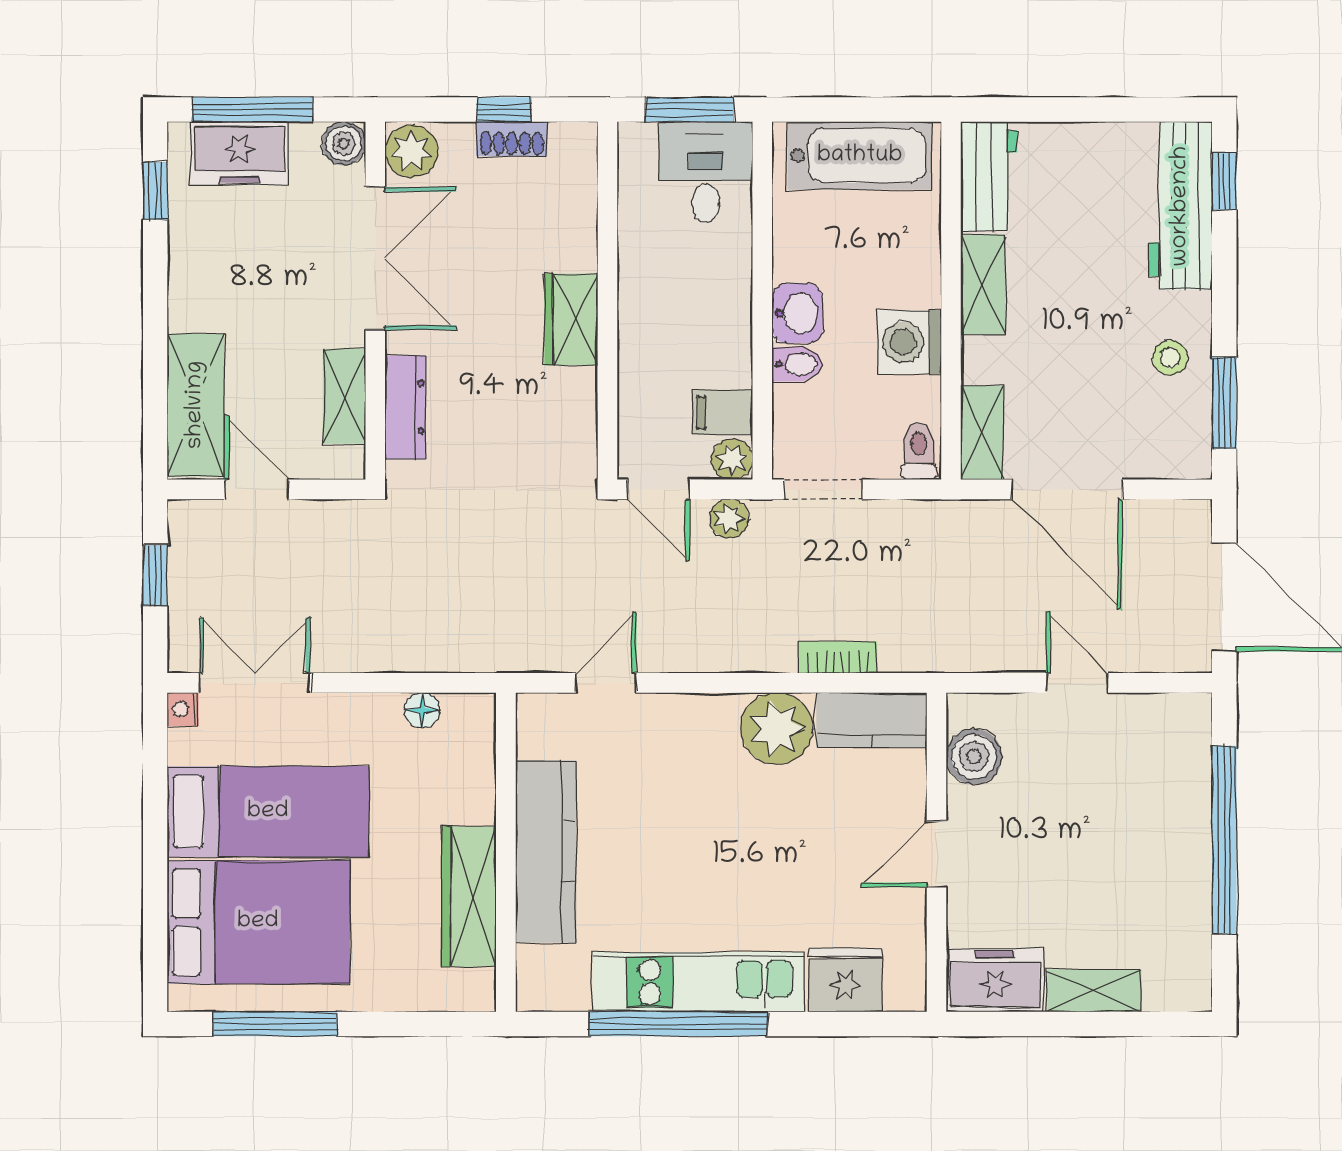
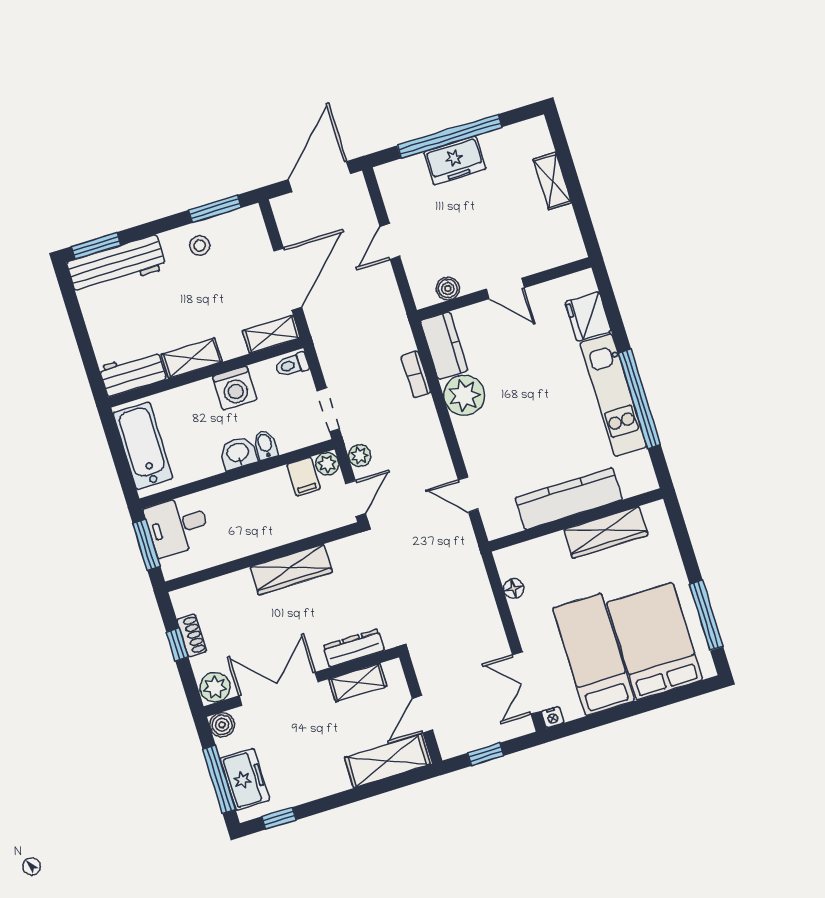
window: (1224, 181) -> (96, 246), width x1.50
wardrobe: (571, 319) -> (291, 570), width x1.50
boiler: (974, 757) -> (448, 288), width x0.73, depth x0.73
freezer: (995, 980) -> (455, 160), moved, turned -90

